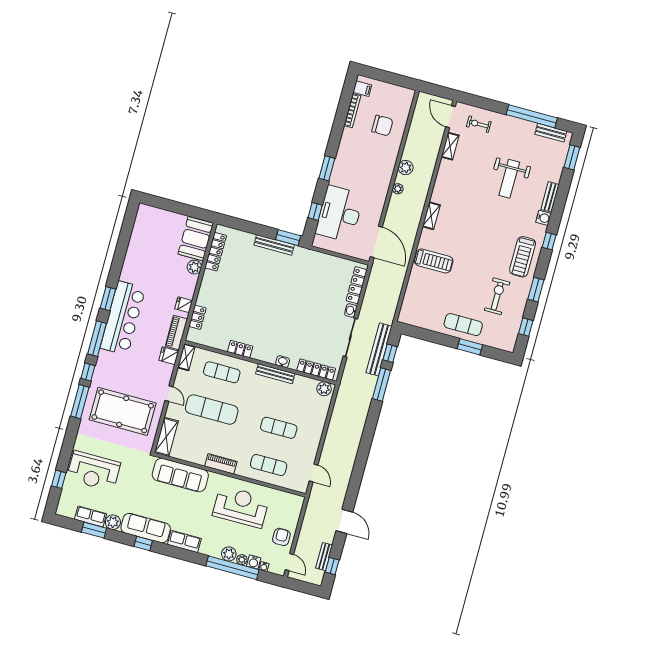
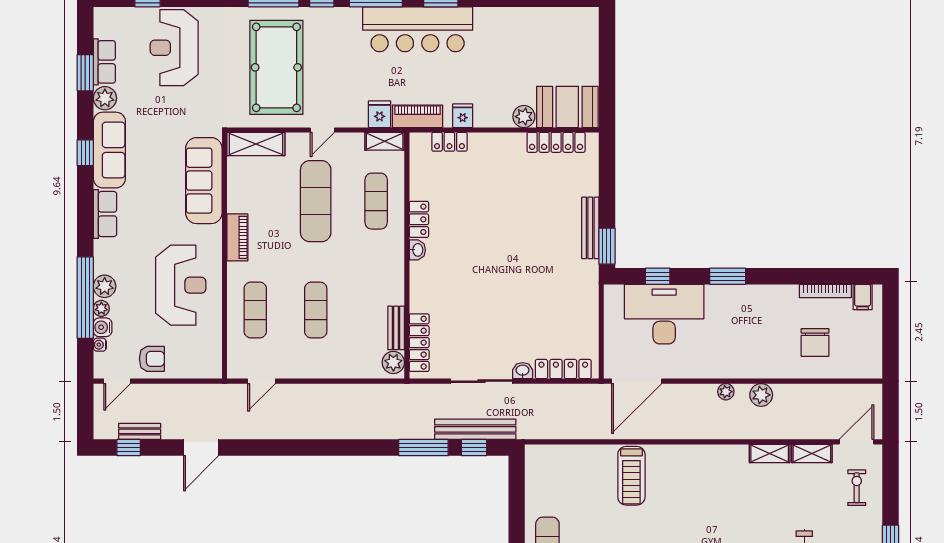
shelving: (431, 216) -> (770, 453), moved
washbasin: (283, 362) -> (417, 250), moved
bench: (275, 374) -> (396, 328), moved, width x0.73

